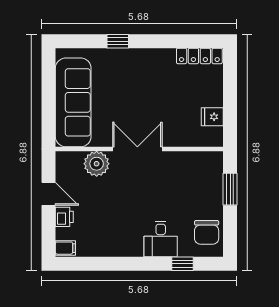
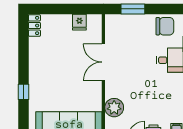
locker: (199, 56) -> (34, 26), width x0.66
double door: (137, 149) -> (103, 62), moved

